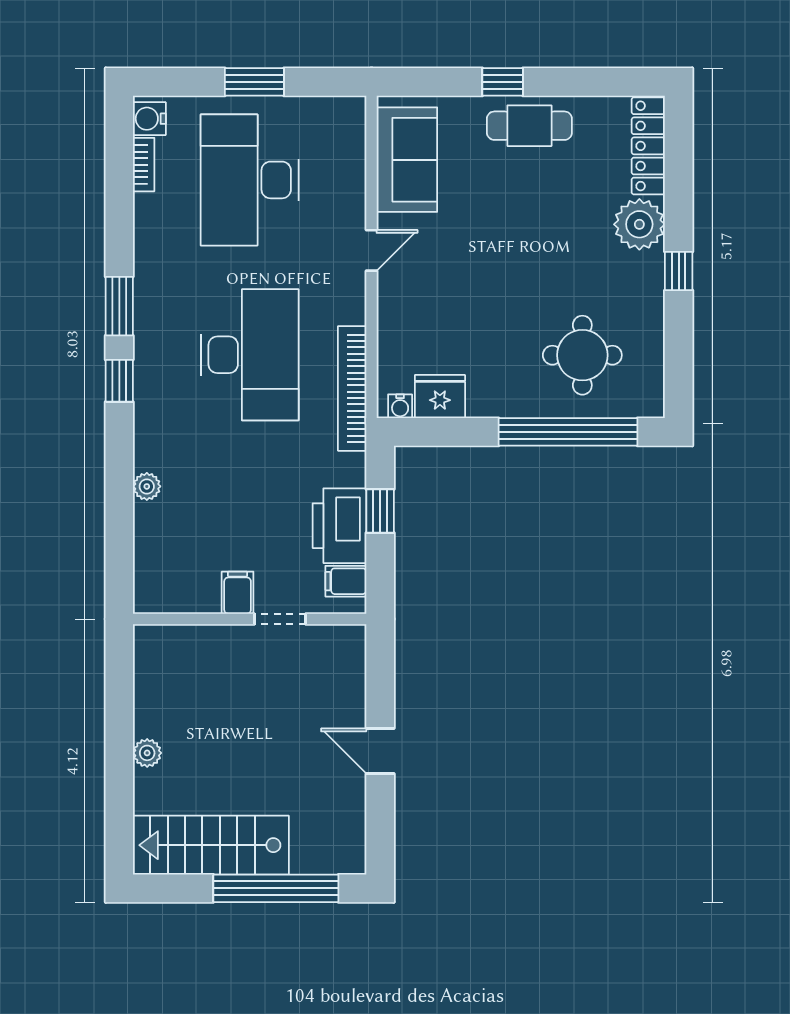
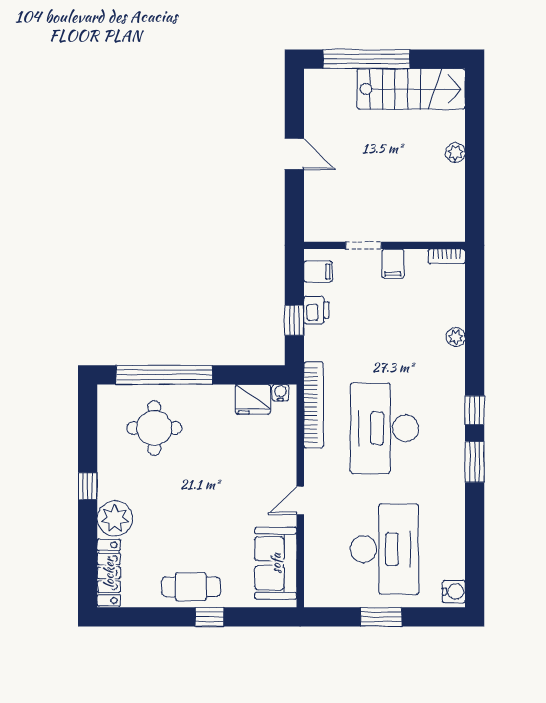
bookcase: (144, 165) -> (447, 256), moved, turned -90
printer: (339, 526) -> (316, 310), width x0.53, depth x0.68

